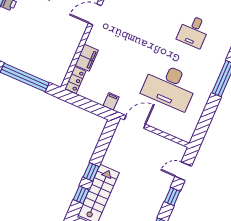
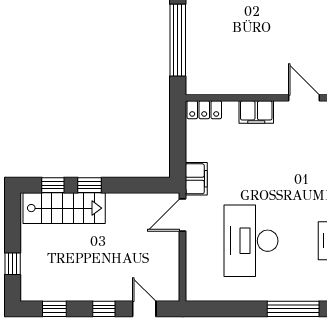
filing cabinet: (87, 58) -> (256, 112), moved
filing cabinet: (111, 101) -> (196, 179), width x2.00
door: (135, 122) -> (182, 215), swing flipped

